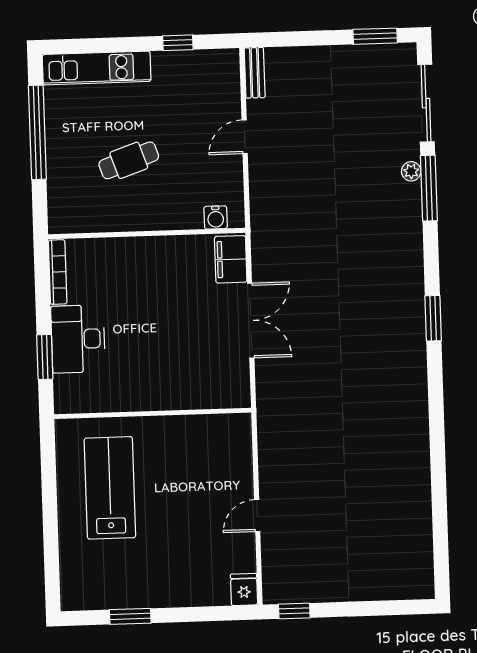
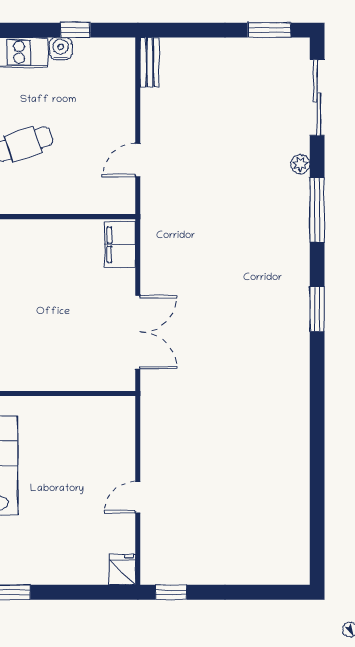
door: (245, 137) -> (138, 160), moved
window: (429, 188) -> (317, 210), moved
water cooler: (216, 217) -> (61, 49), moved, turned 180
double door: (251, 321) -> (138, 332), moved

